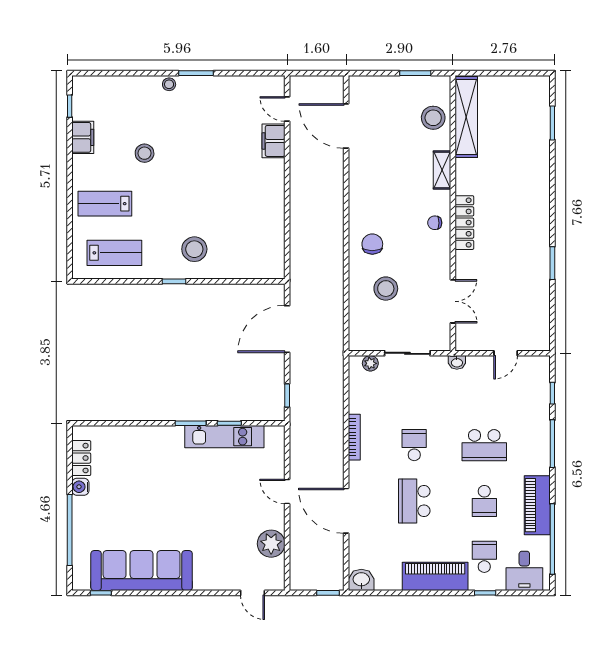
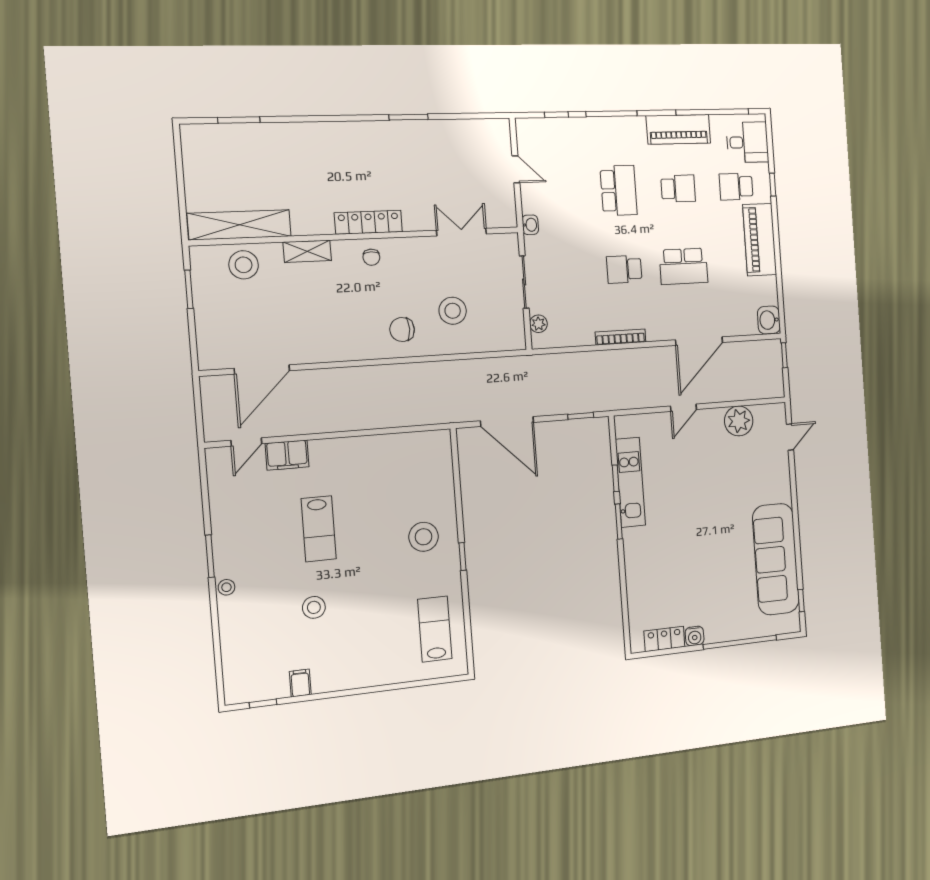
filing cabinet: (83, 137) -> (300, 683), width x0.50
lab bench: (105, 204) -> (319, 529), moved

